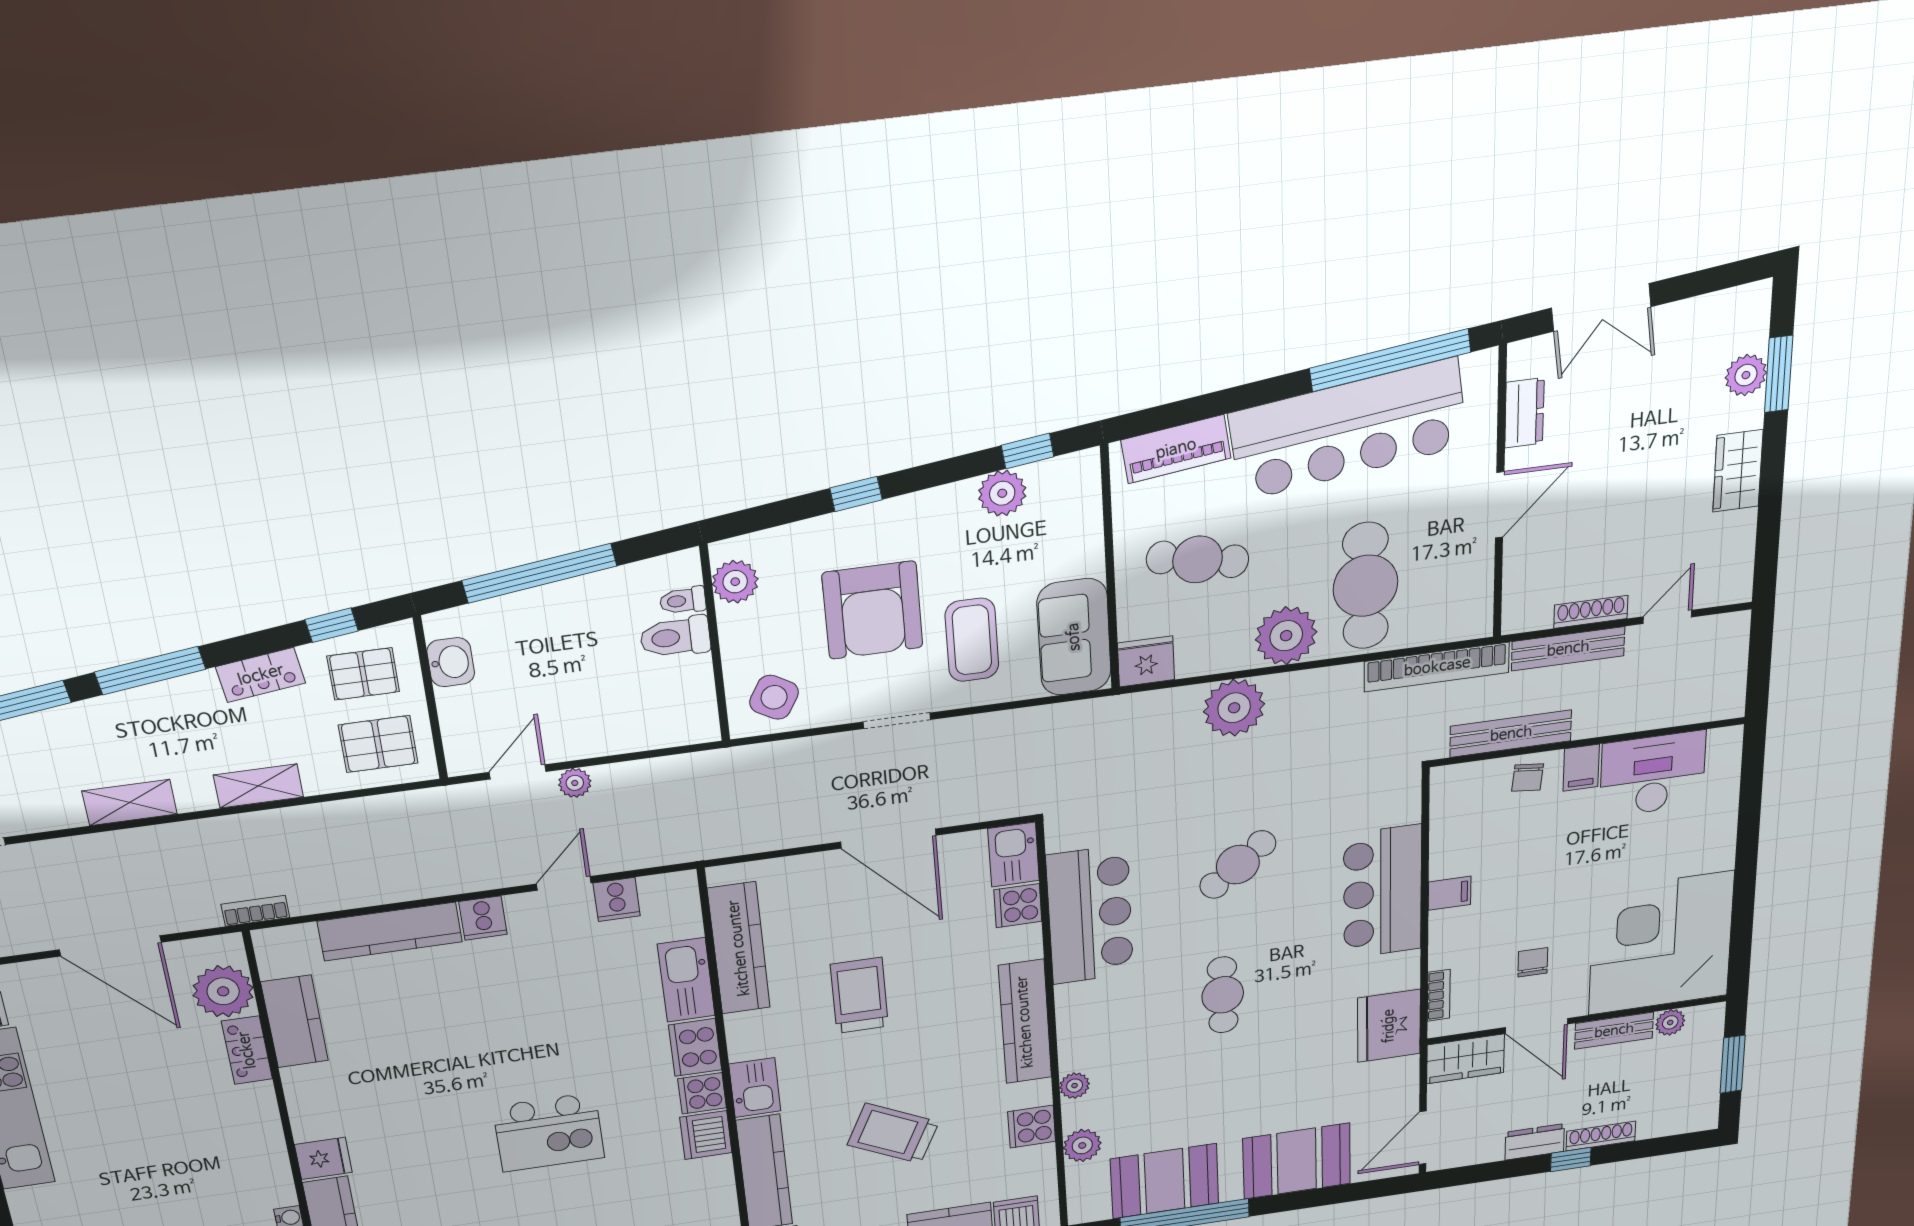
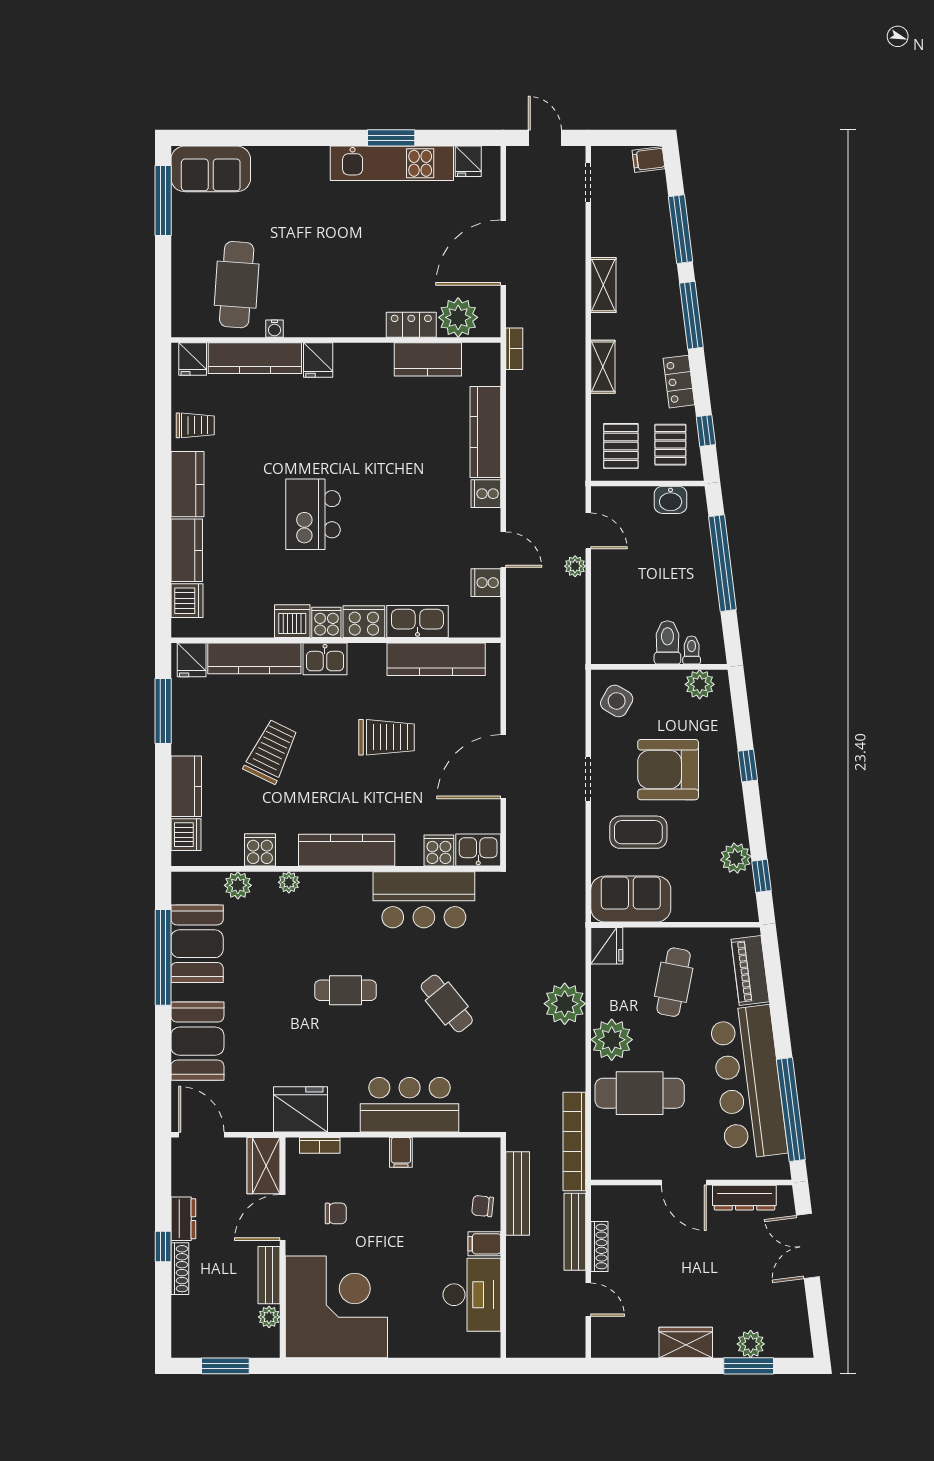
dresser: (1524, 413) -> (744, 1198), width x1.44

